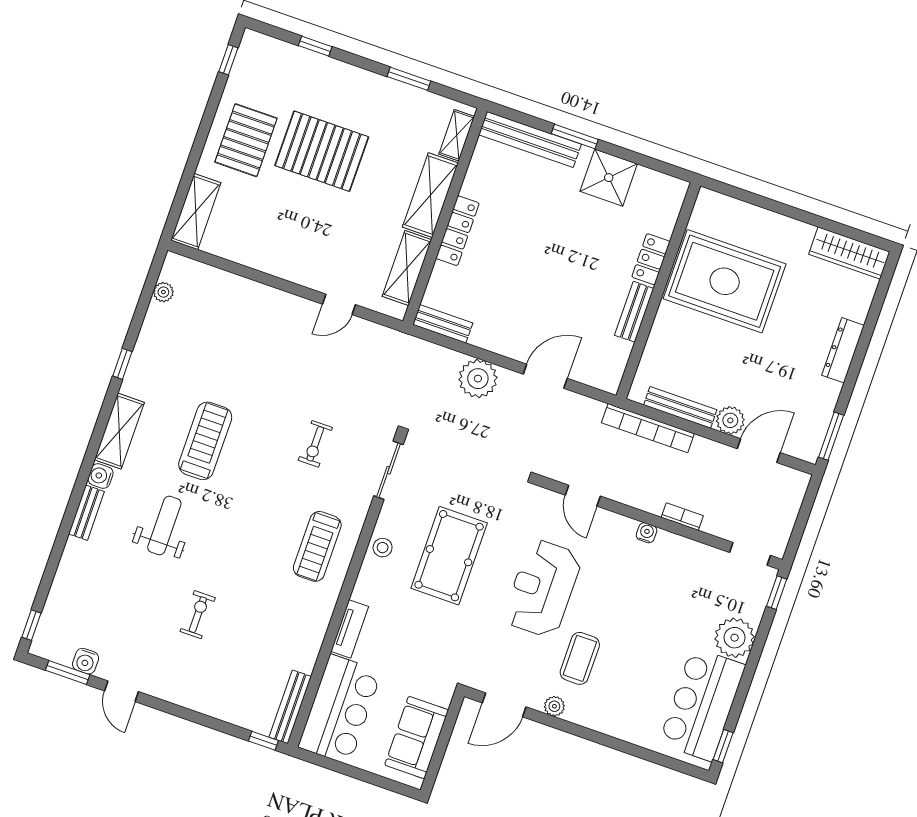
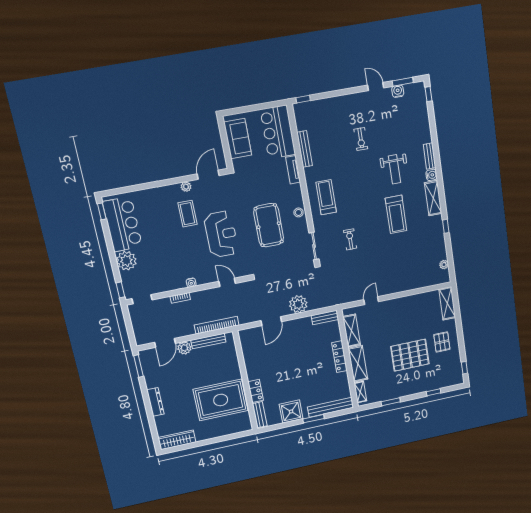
pallet: (246, 140) -> (442, 342), width x0.67, depth x0.71
bench: (634, 312) -> (260, 415), moved
bench: (290, 707) -> (305, 149), moved

